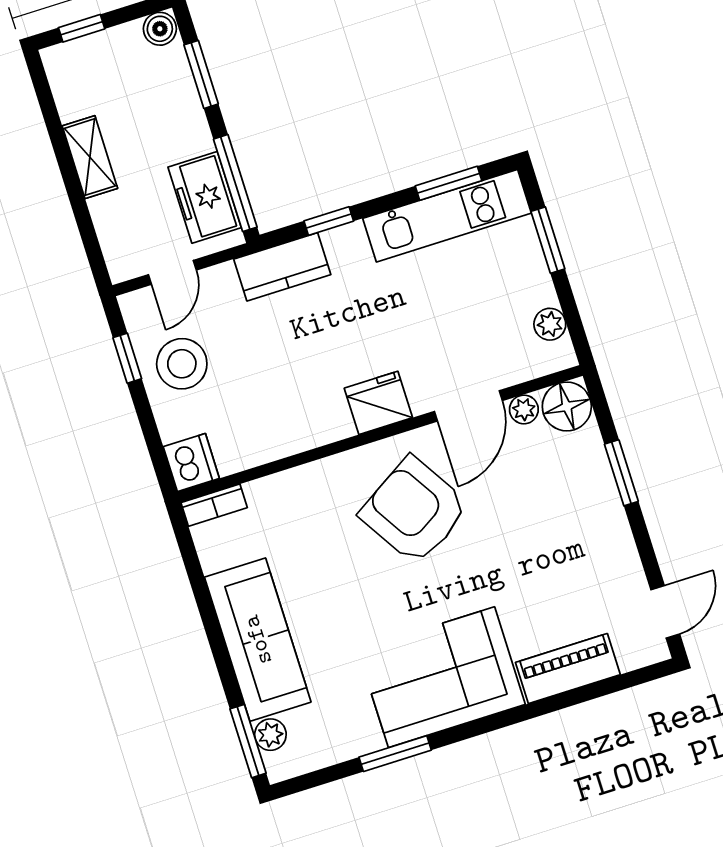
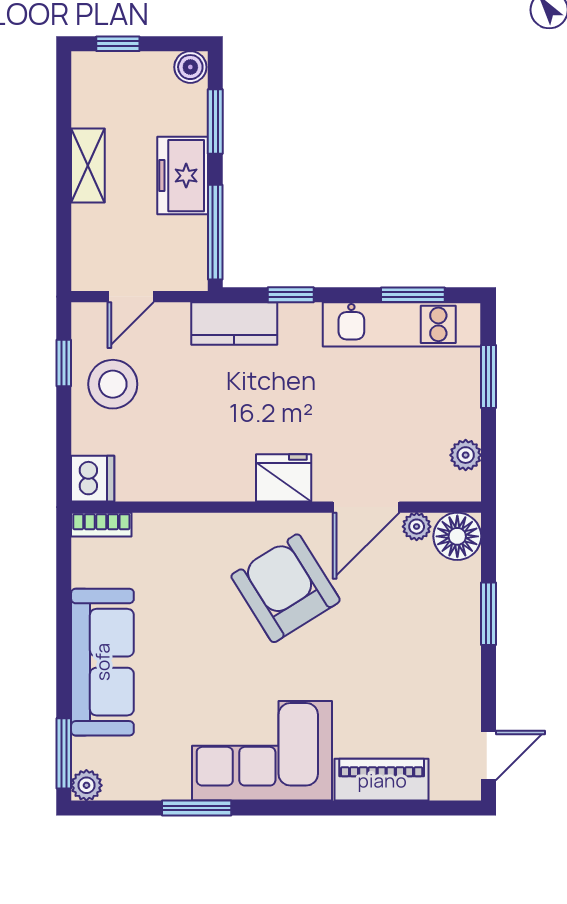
freezer: (205, 197) -> (183, 176), moved
plant: (270, 735) -> (86, 785), moved

